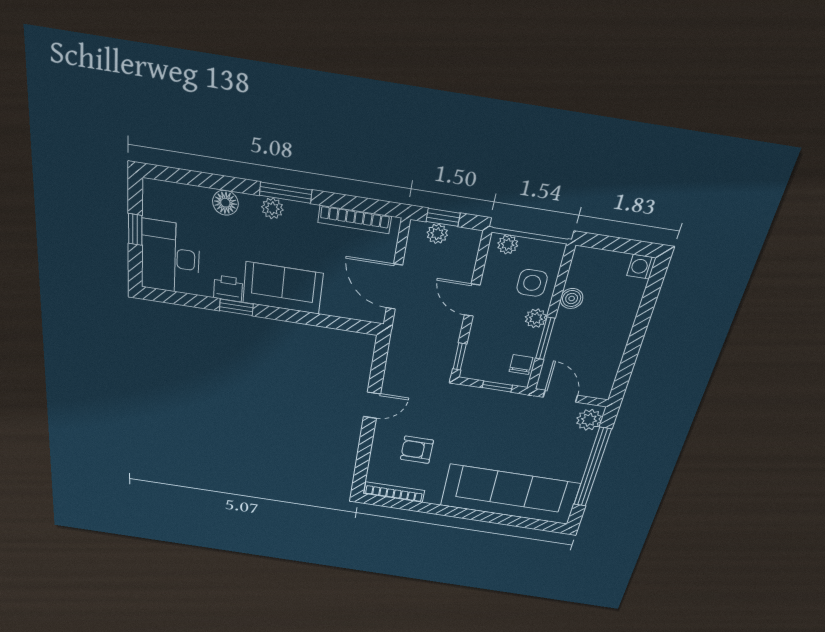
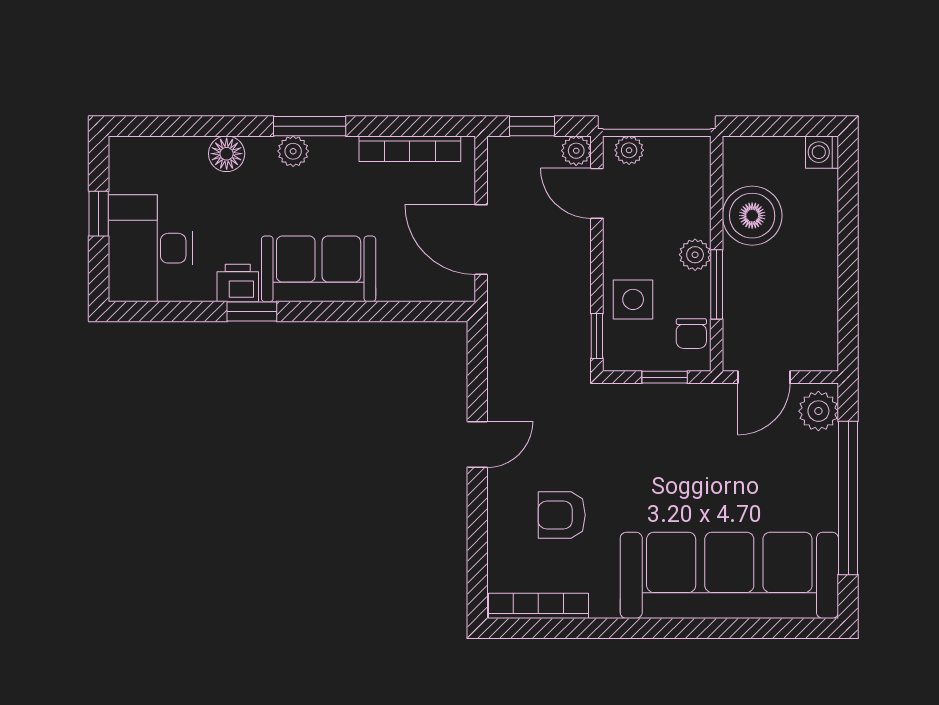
plant: (437, 234) -> (576, 151), moved
side table: (532, 283) -> (633, 299), moved
boiler: (572, 299) -> (752, 216), width x1.86, depth x1.86
door: (472, 300) -> (597, 193), moved
chair: (521, 364) -> (691, 334), turned 180
door: (560, 396) -> (764, 377), swing flipped

